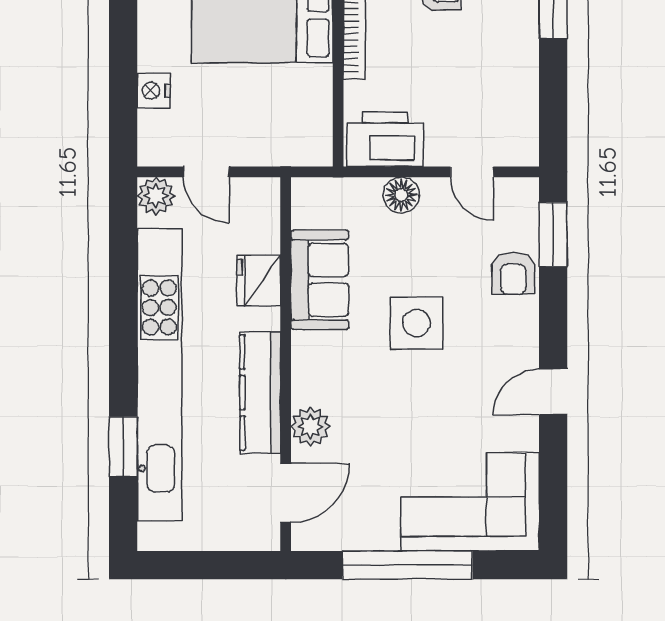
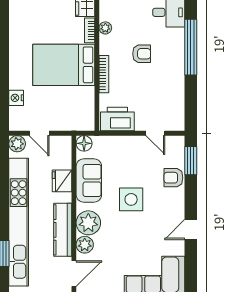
floor lamp: (401, 195) -> (84, 143), moved
armchair: (513, 273) -> (173, 178), turned 90
plant: (319, 377) -> (88, 223), added

